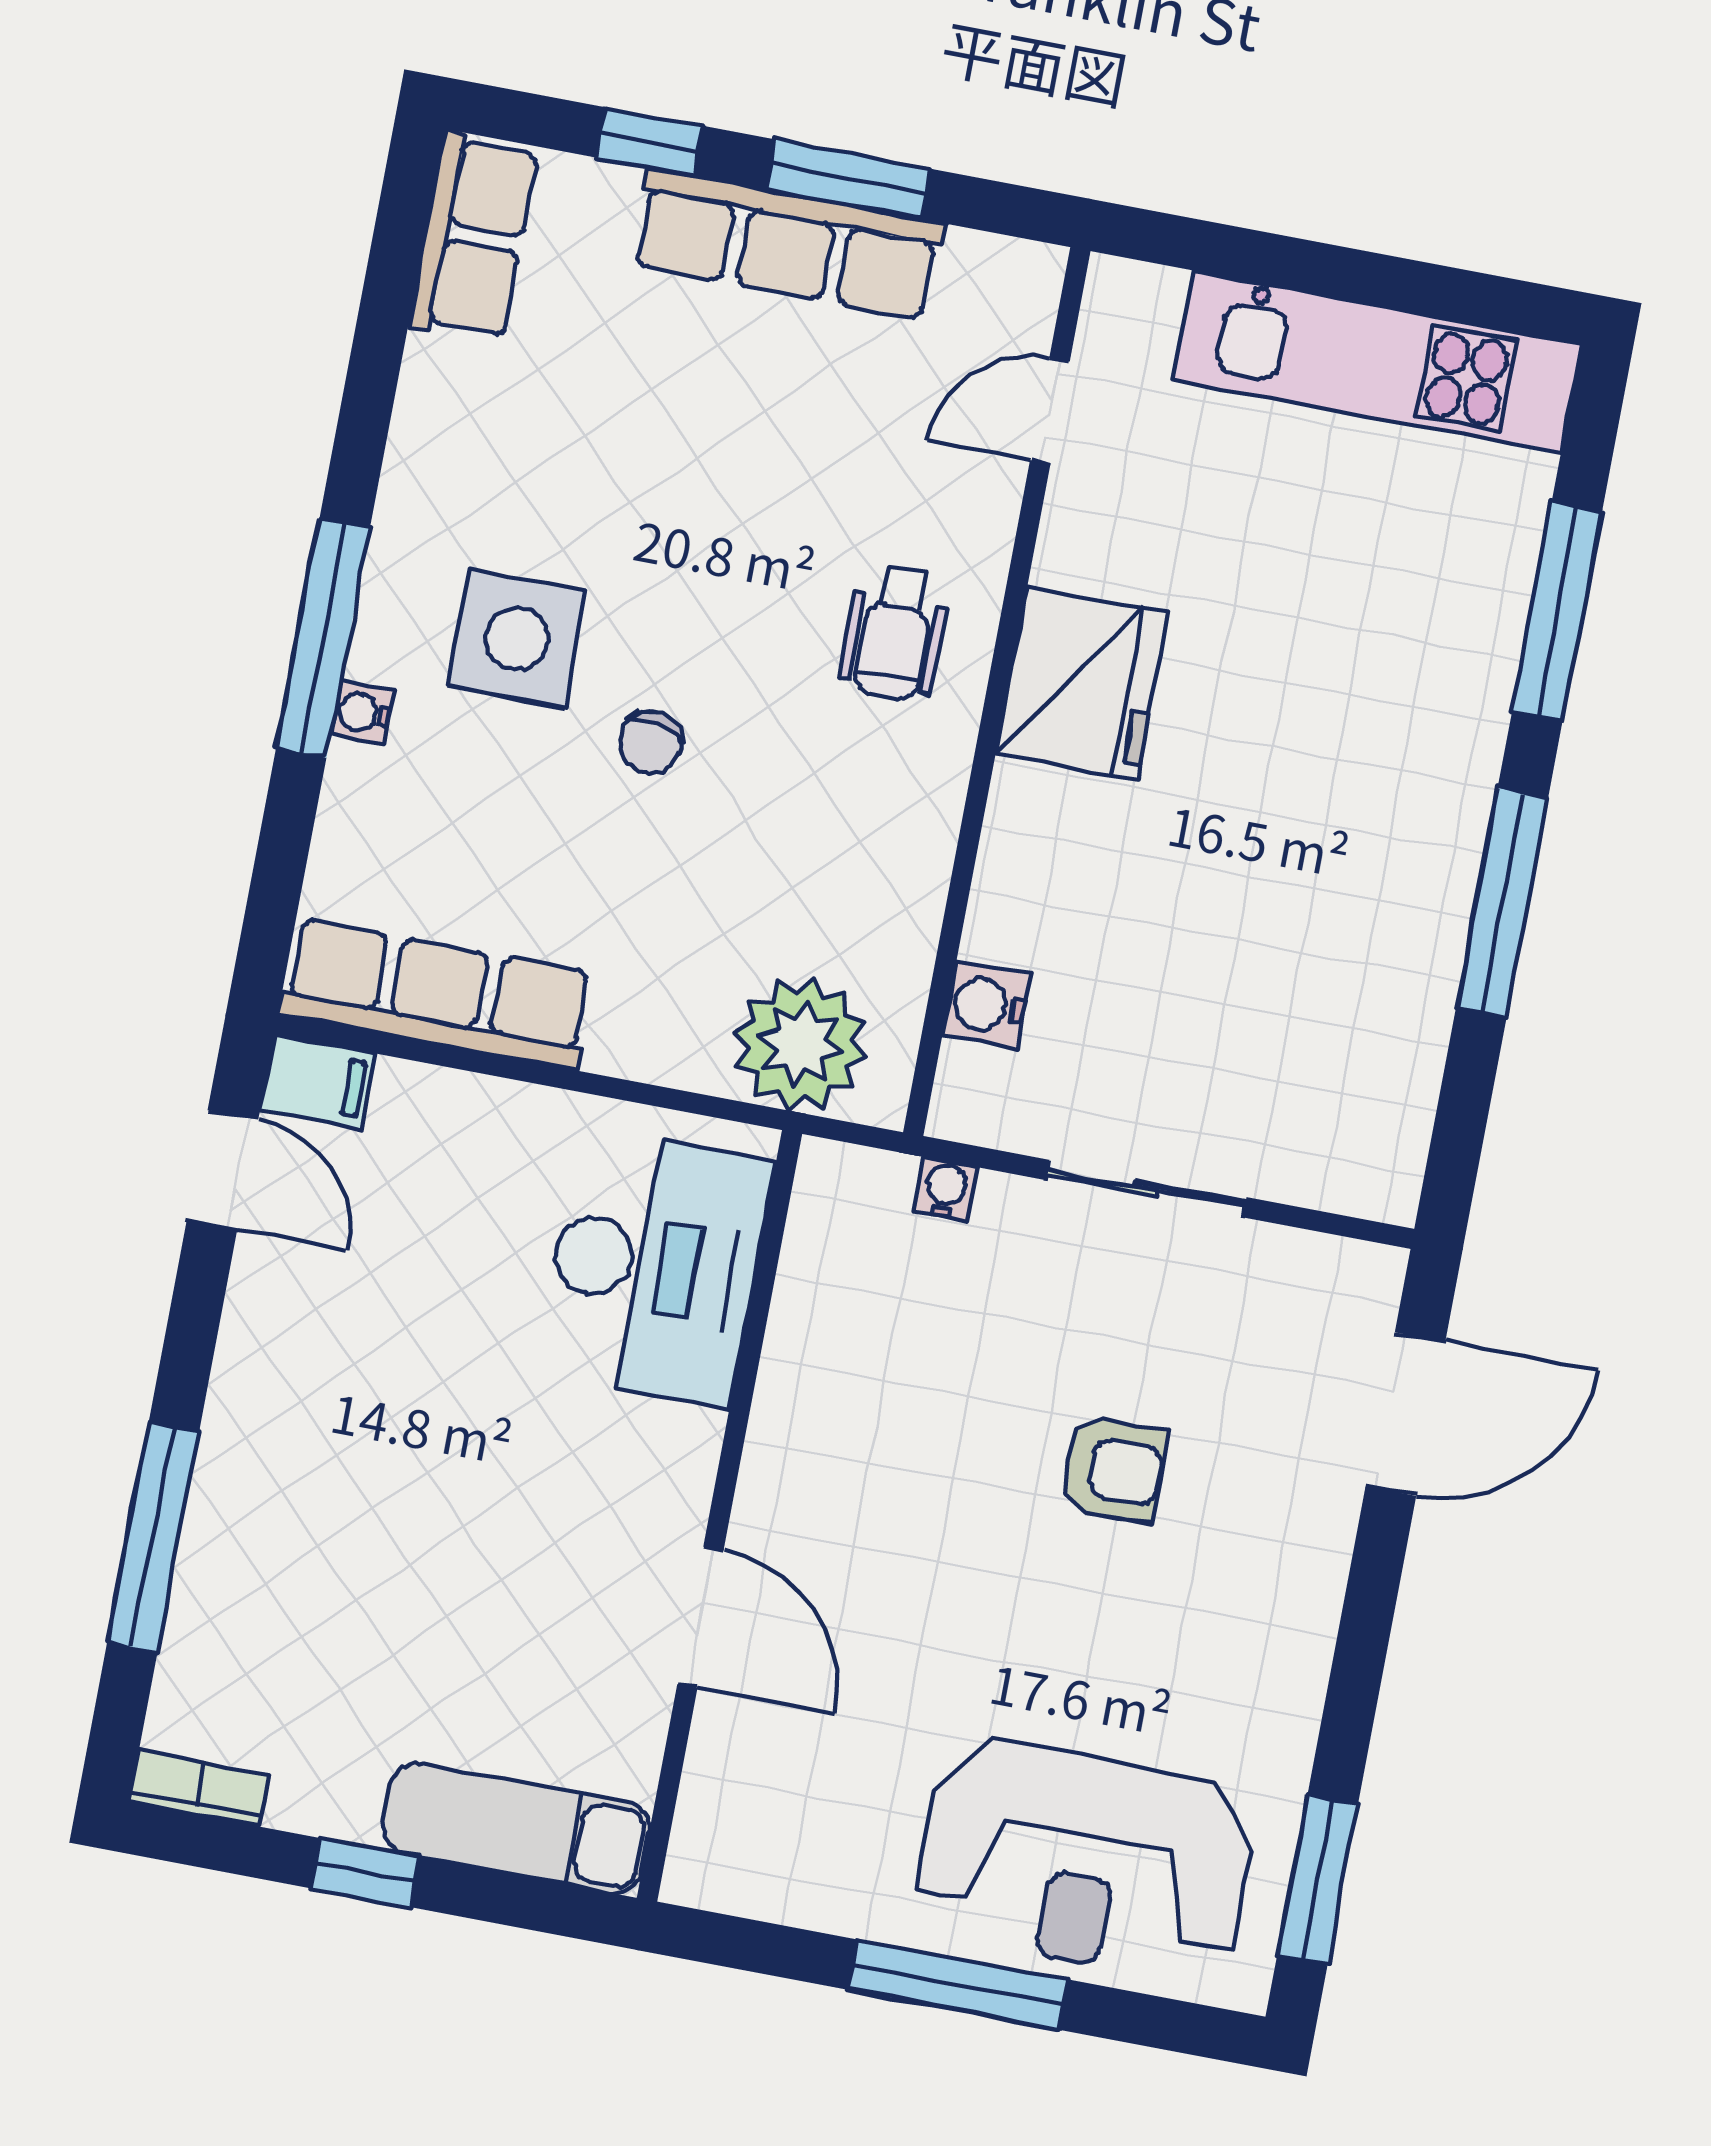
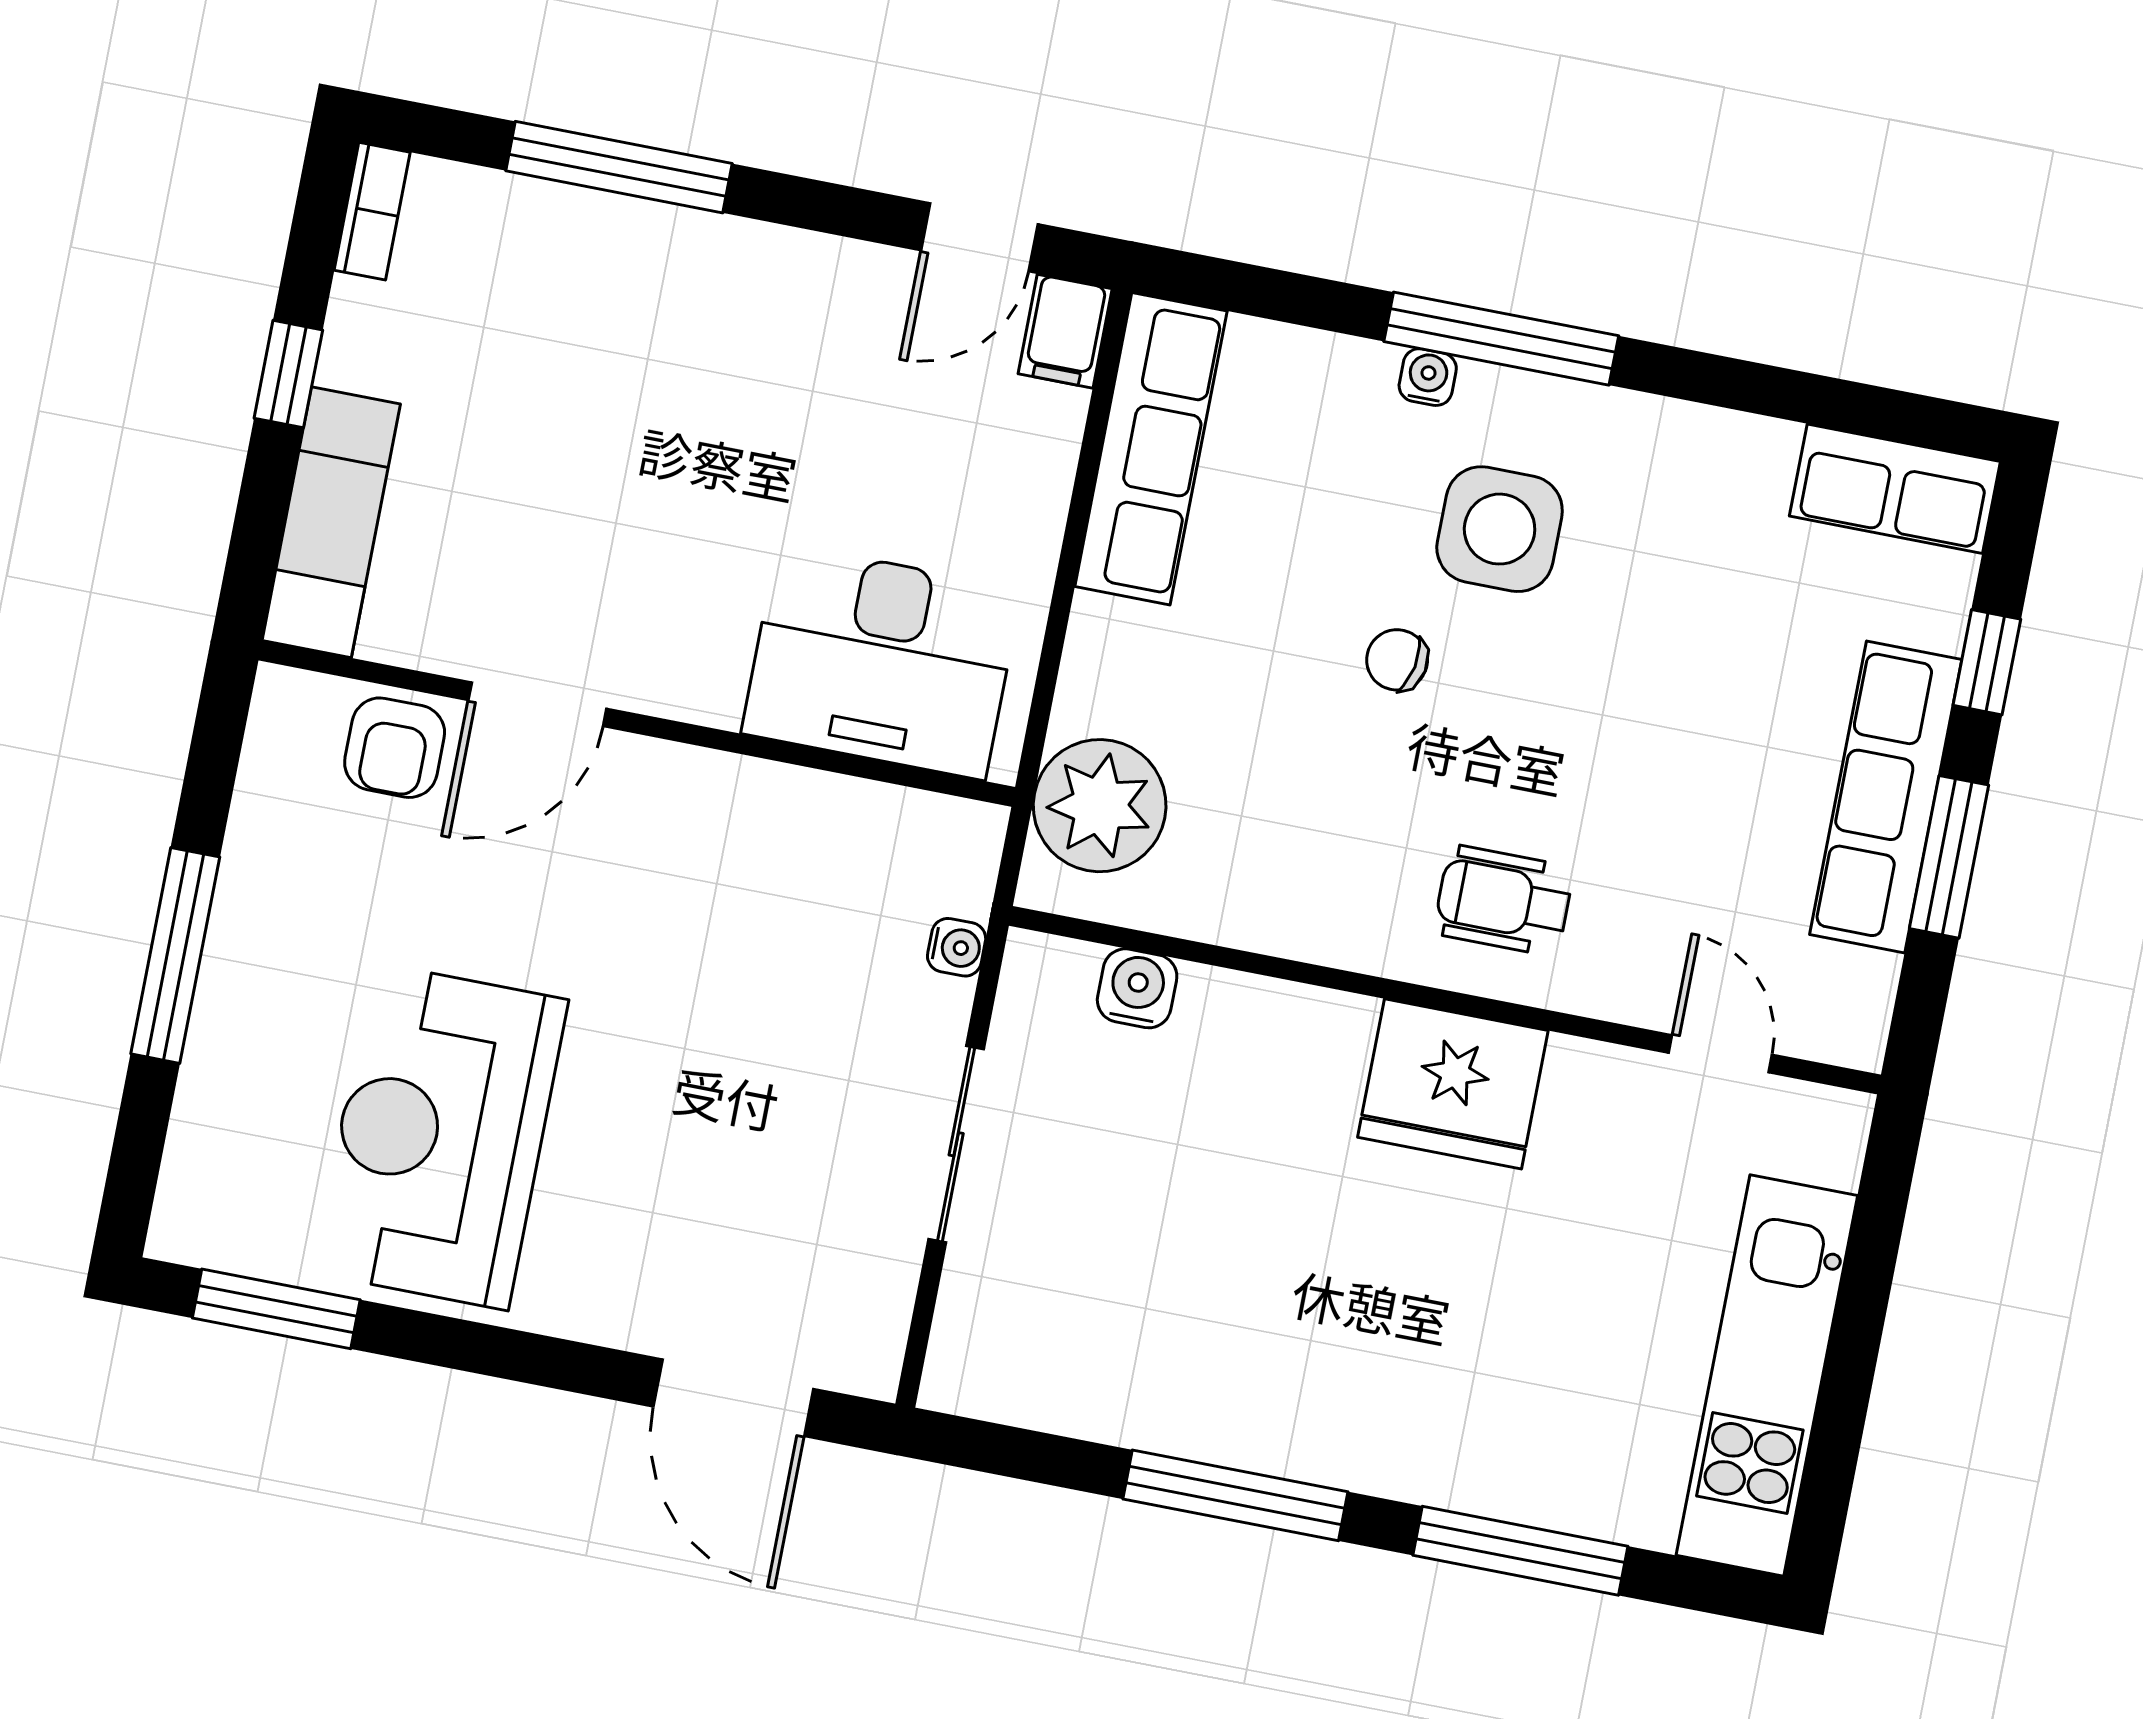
armchair: (1113, 1469) -> (395, 748), moved
reception desk: (1085, 1860) -> (441, 1136), moved

